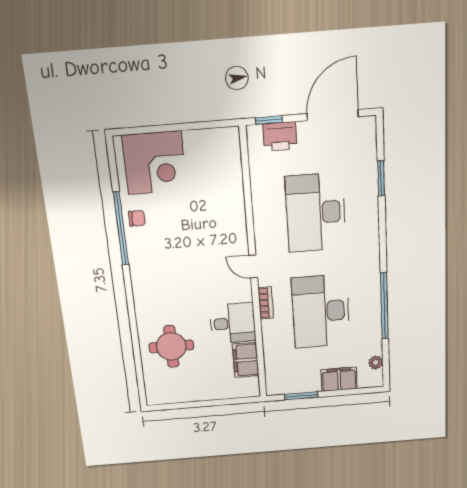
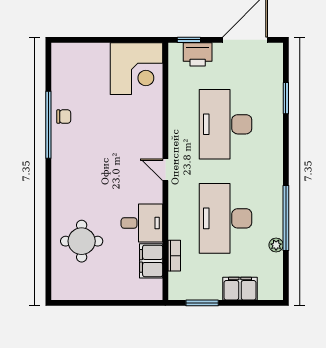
corner desk: (155, 163) -> (136, 69), moved
bookcase: (266, 303) -> (174, 256), moved
plant: (376, 363) -> (276, 245), moved

